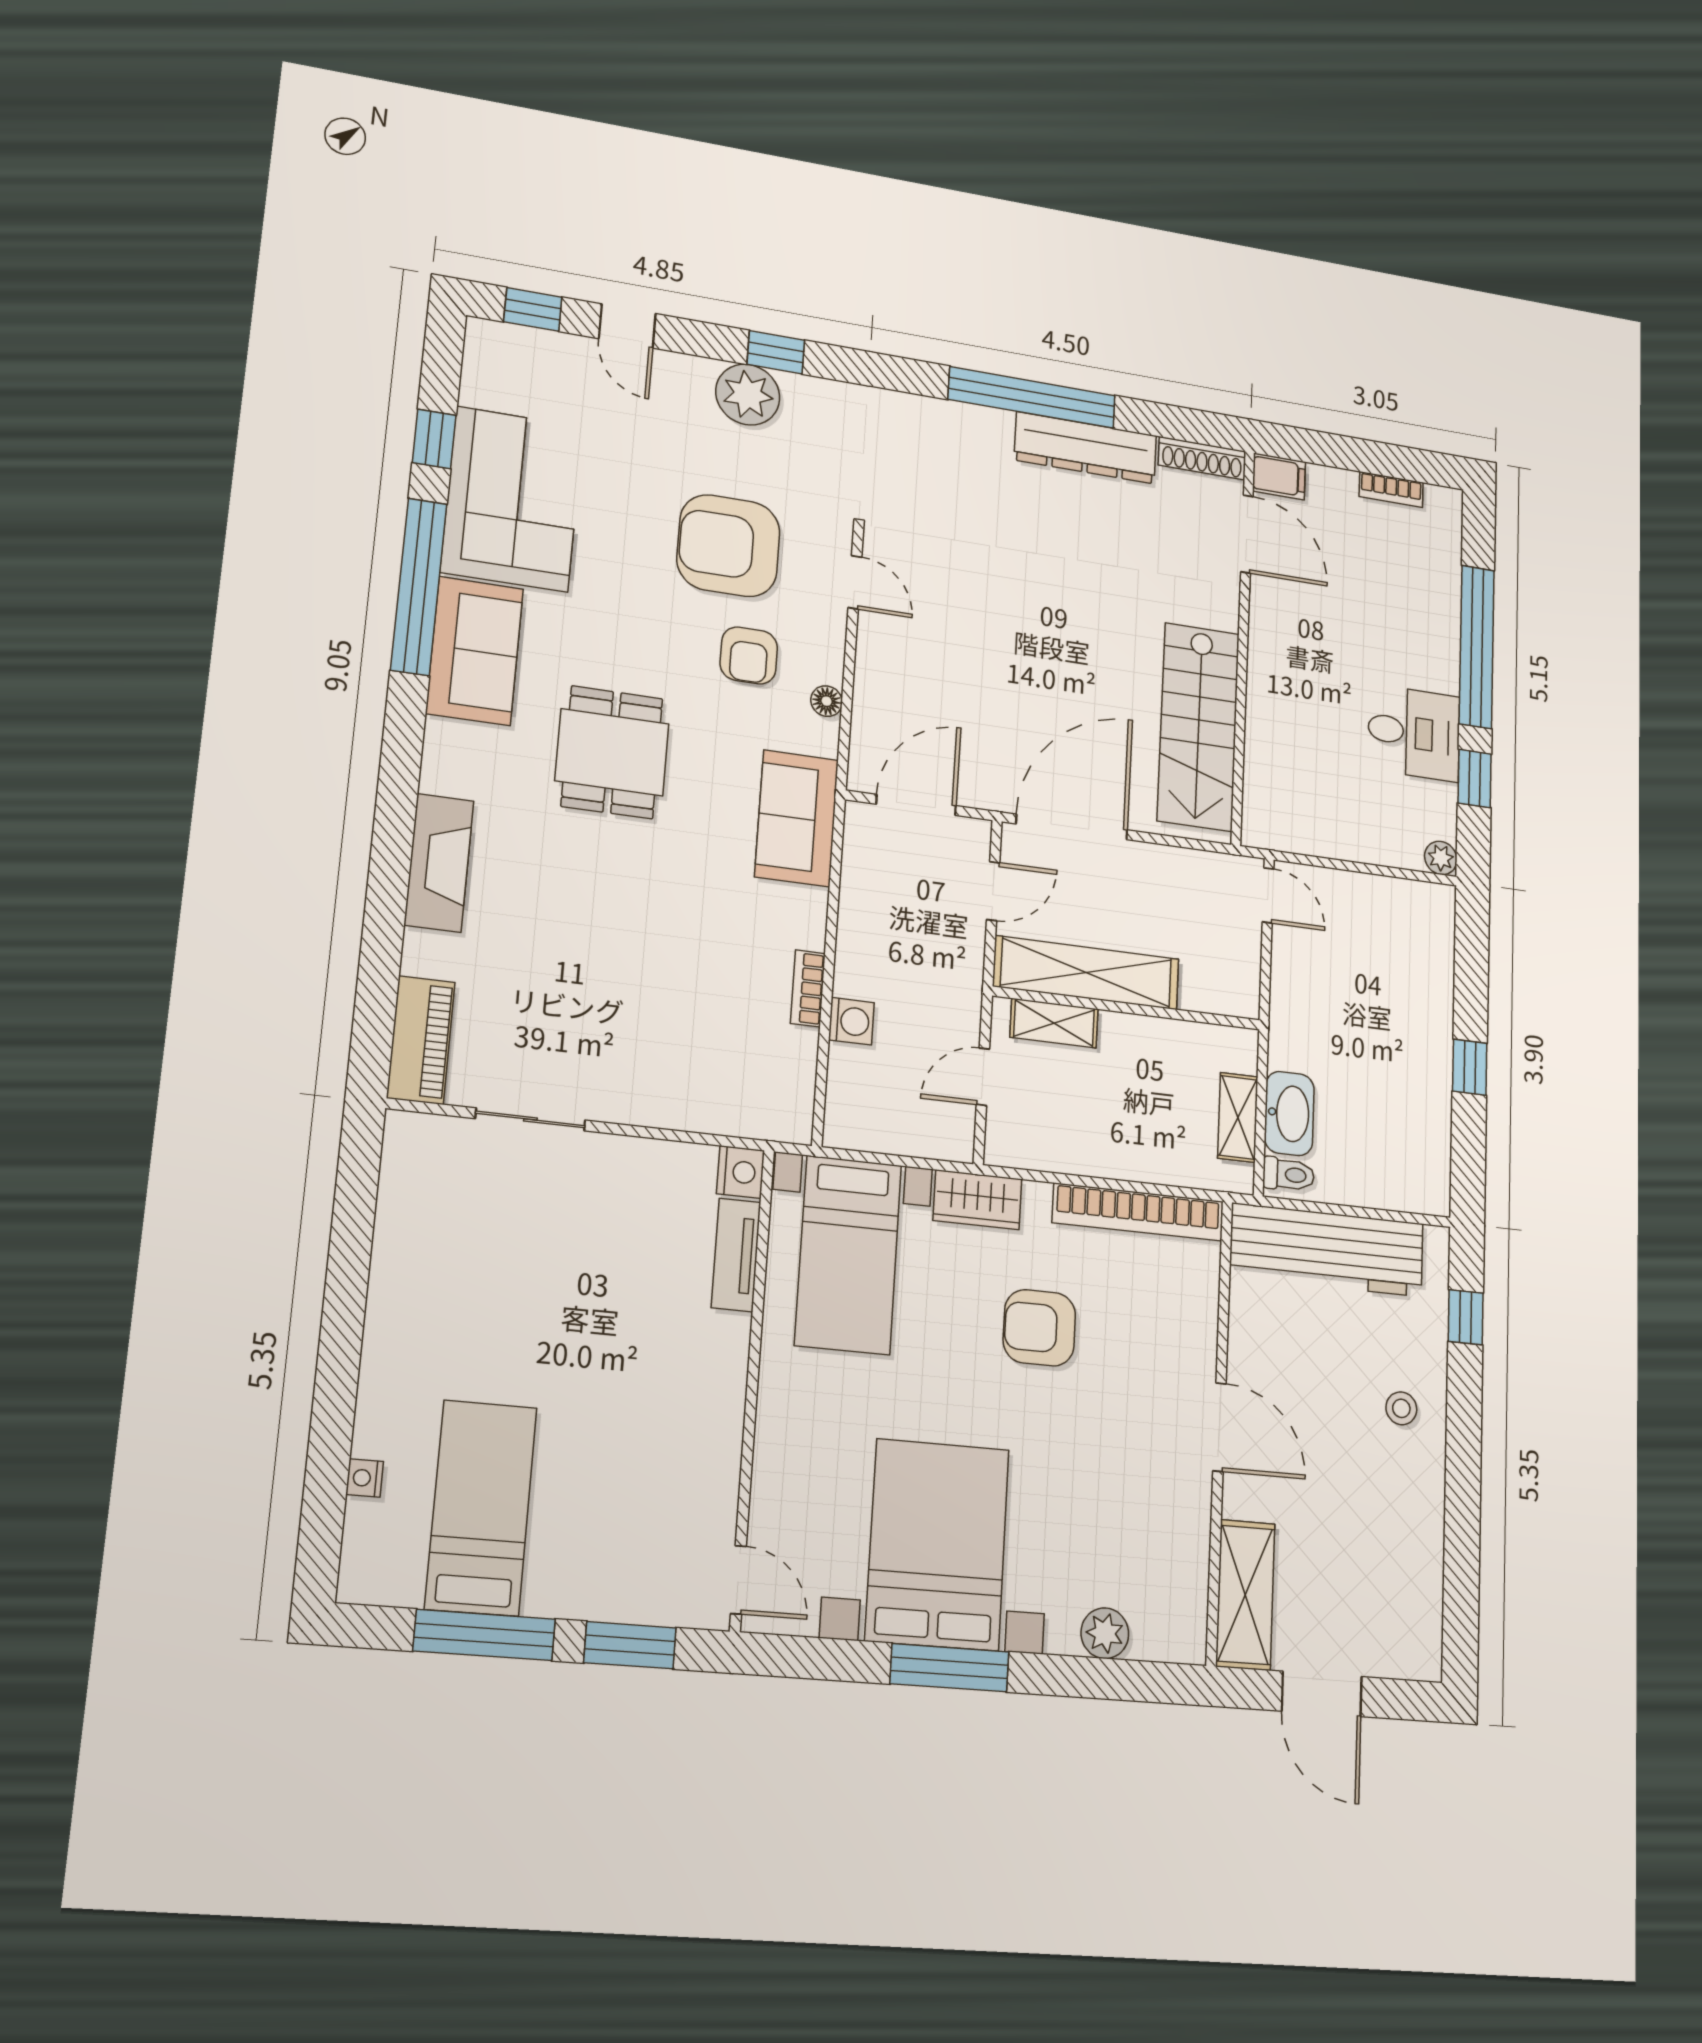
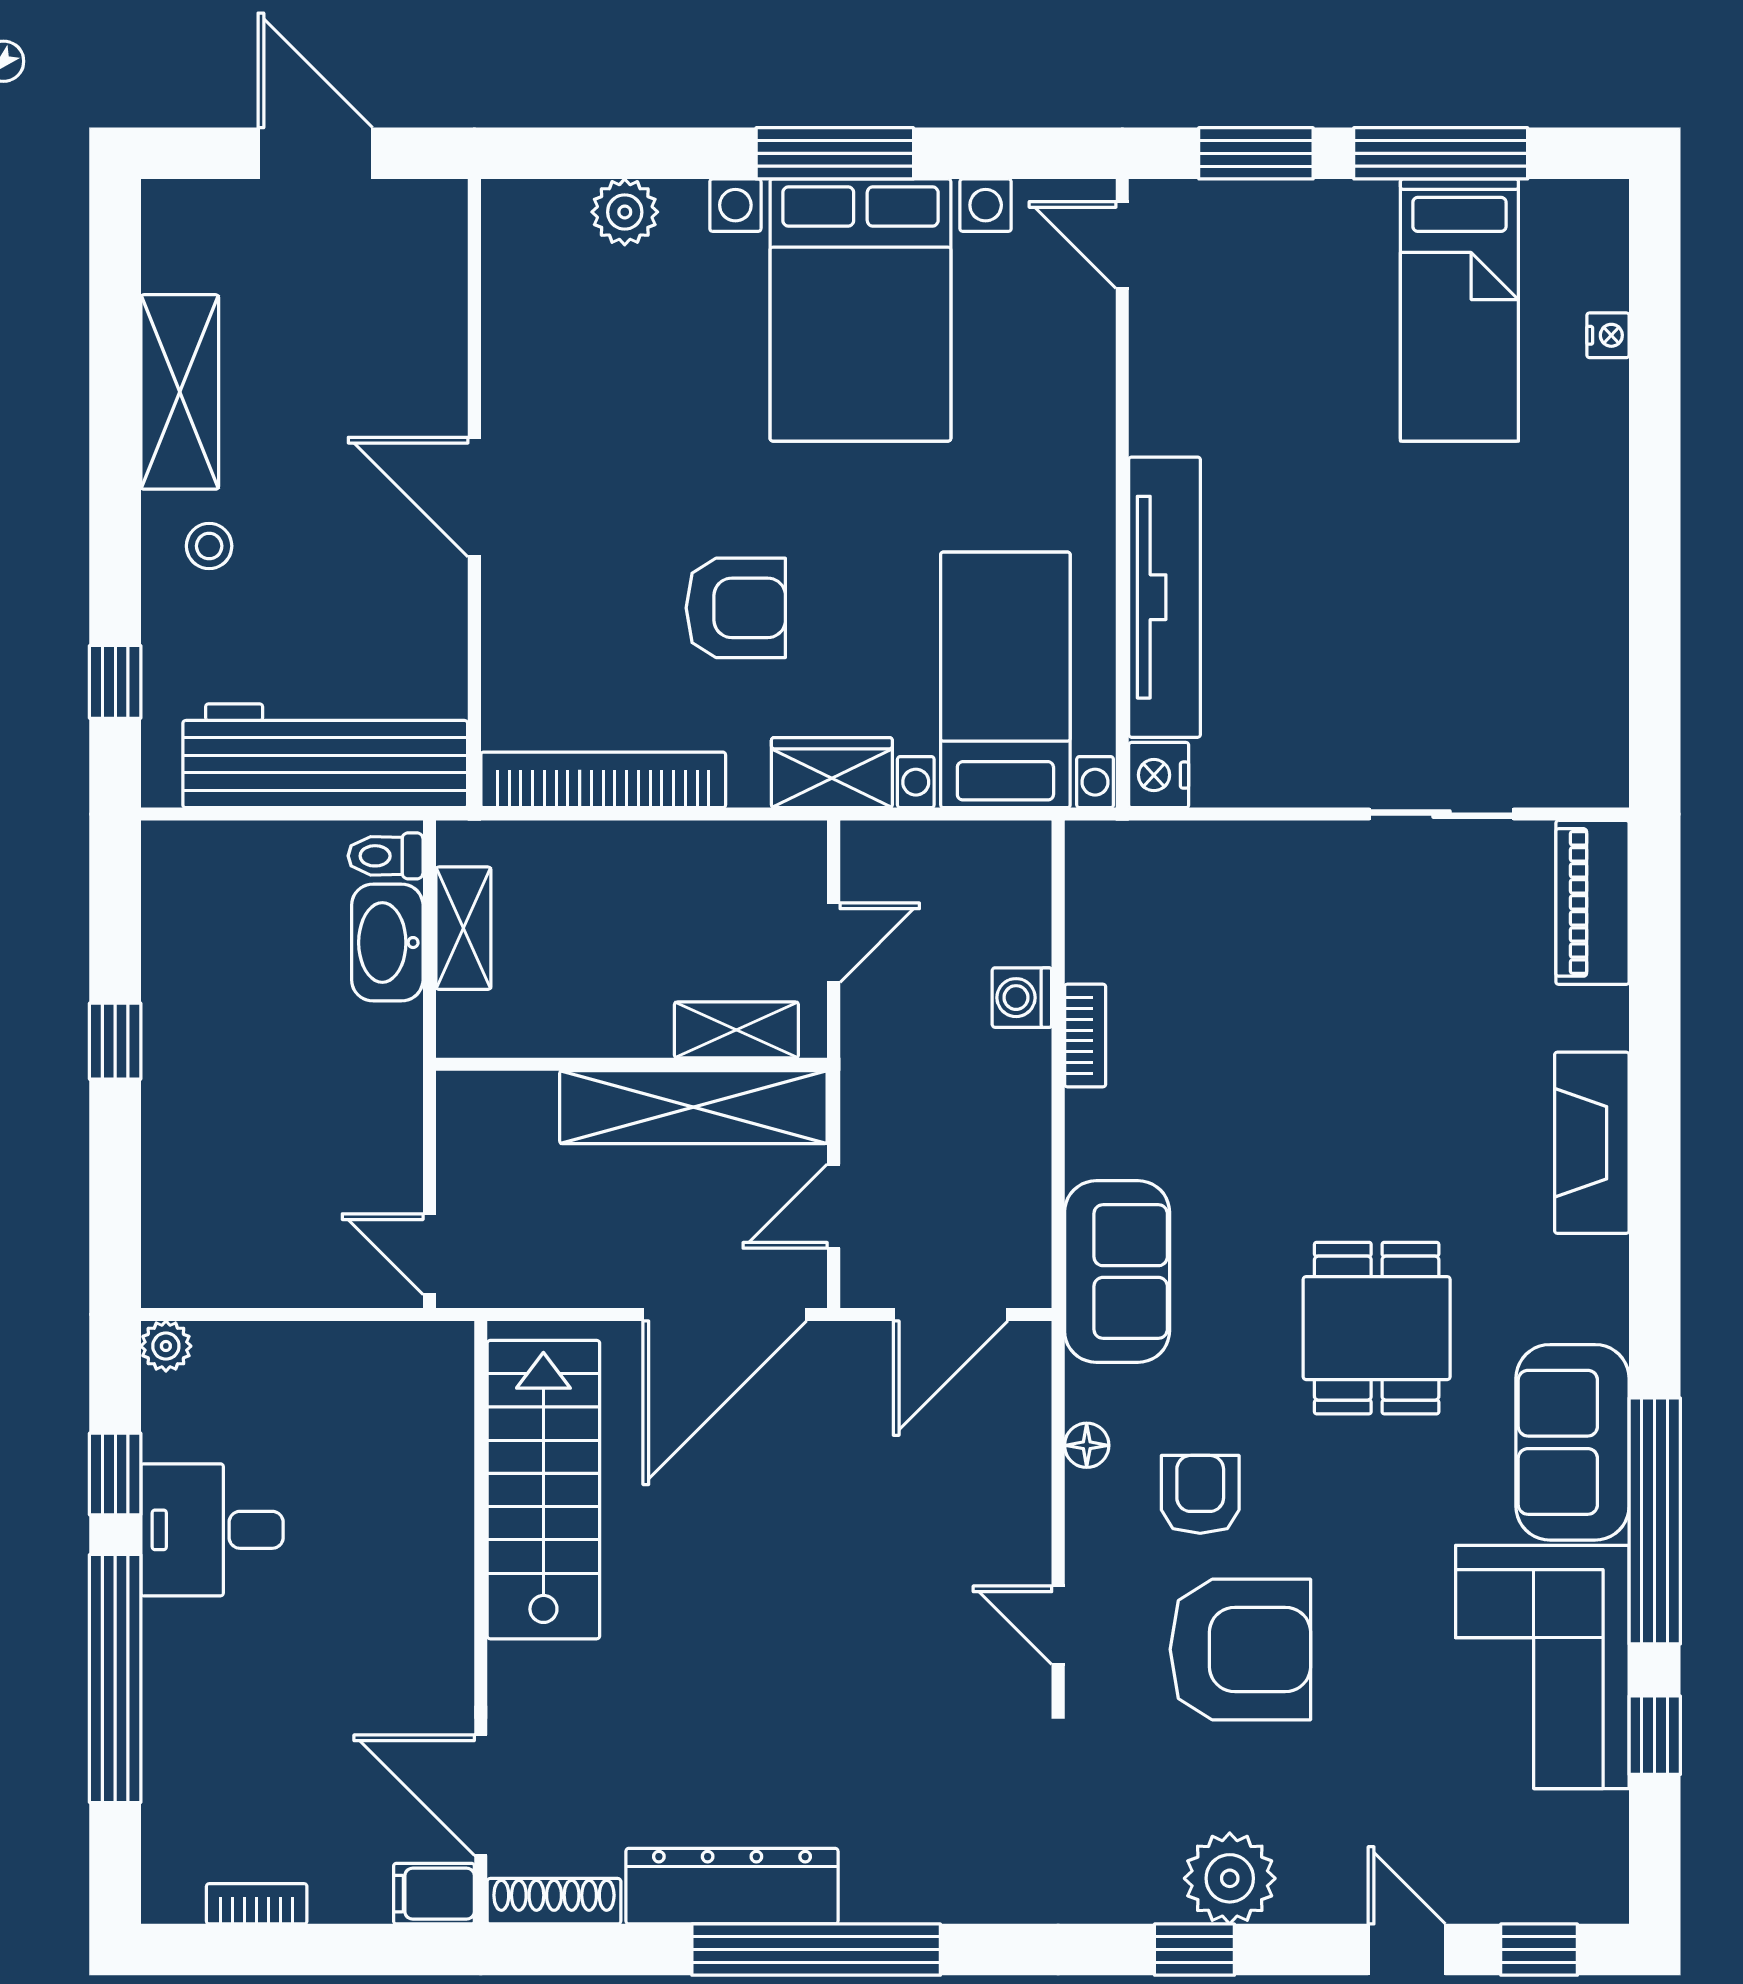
tv unit: (736, 1255) -> (1165, 597), width x1.92, depth x1.29
shelving: (1245, 1595) -> (180, 392), moved

